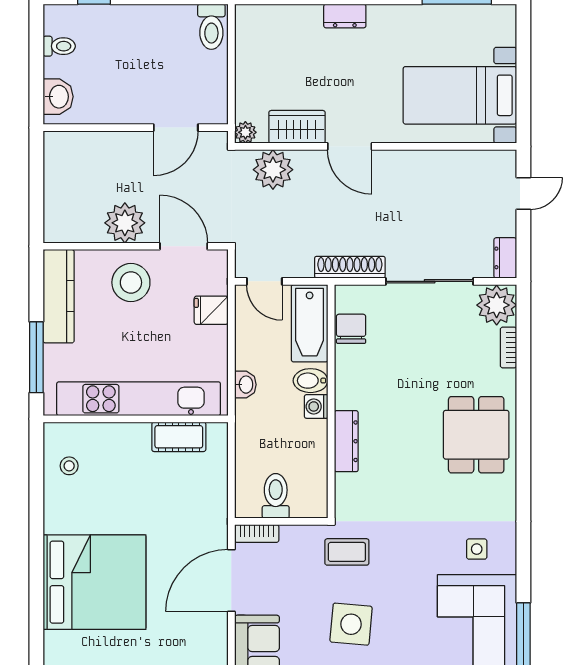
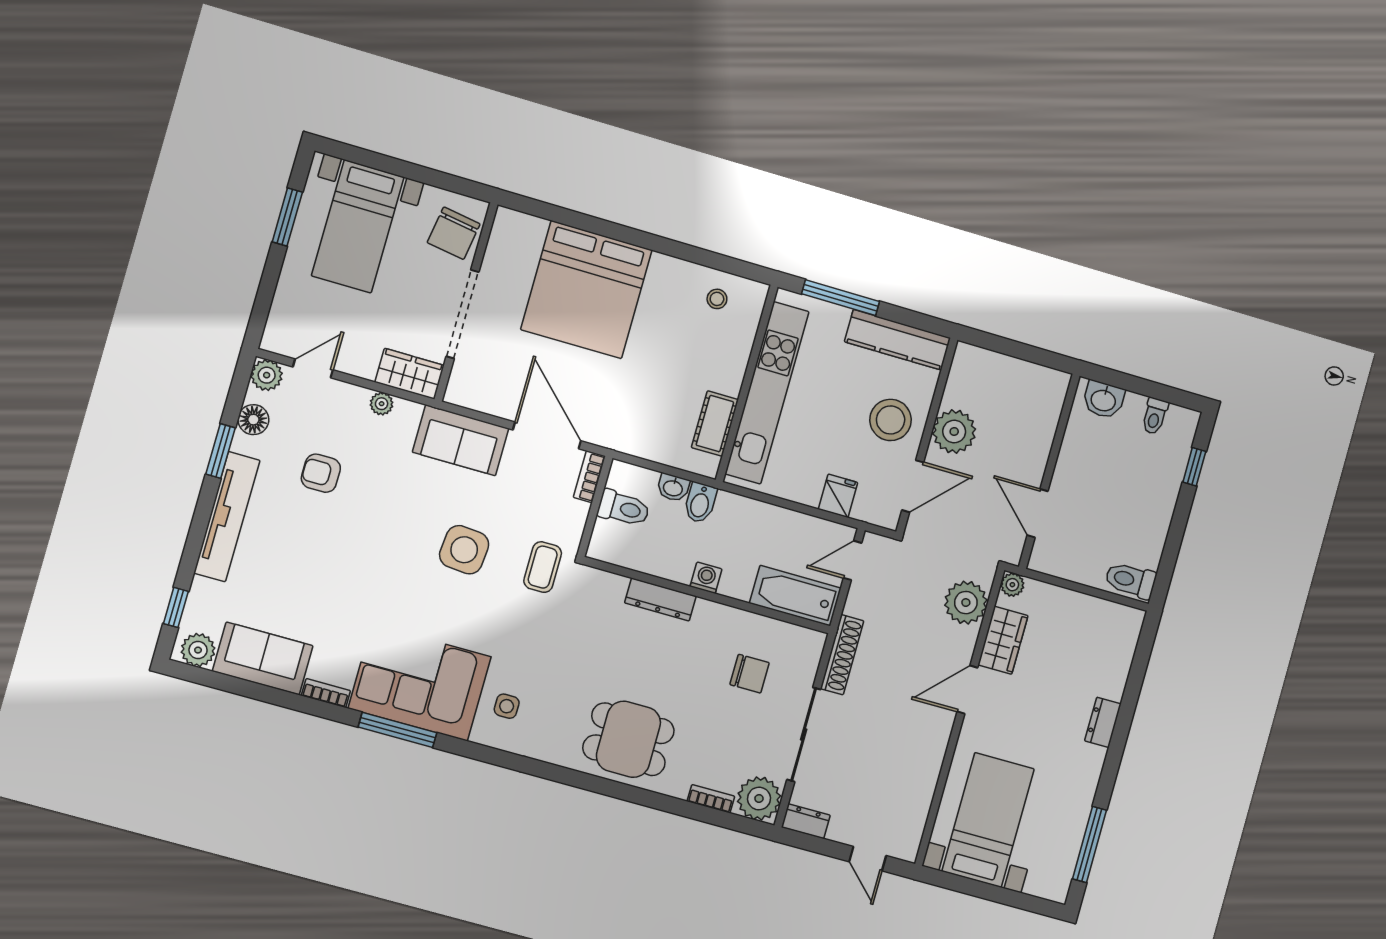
chair: (351, 329) -> (750, 674), moved
bidet: (311, 381) -> (700, 503), moved, turned 180
washbasin: (245, 385) -> (673, 488), moved

